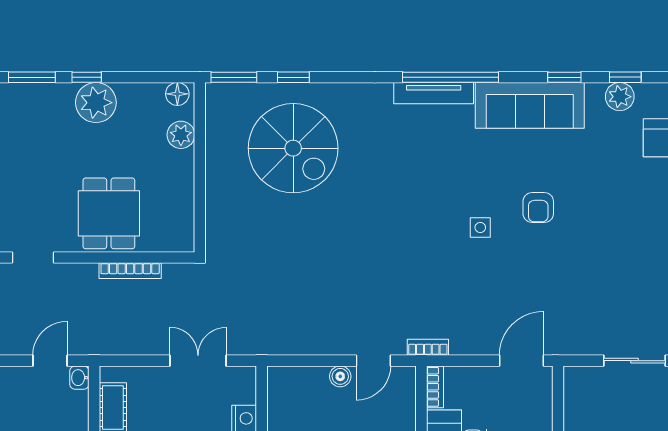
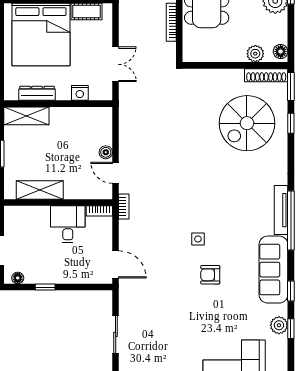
shoe rack: (216, 117) -> (266, 75), added

